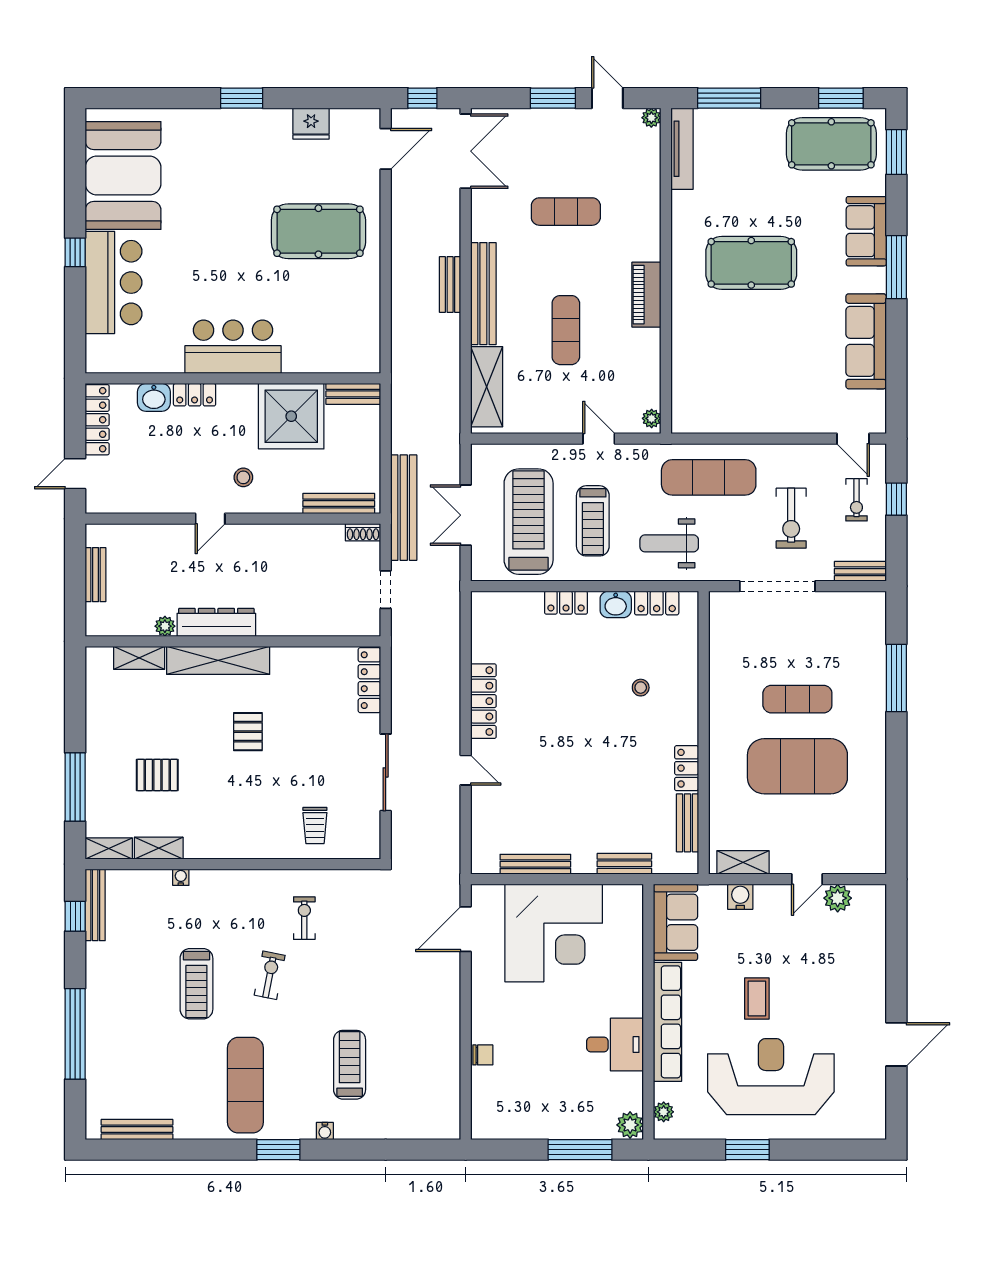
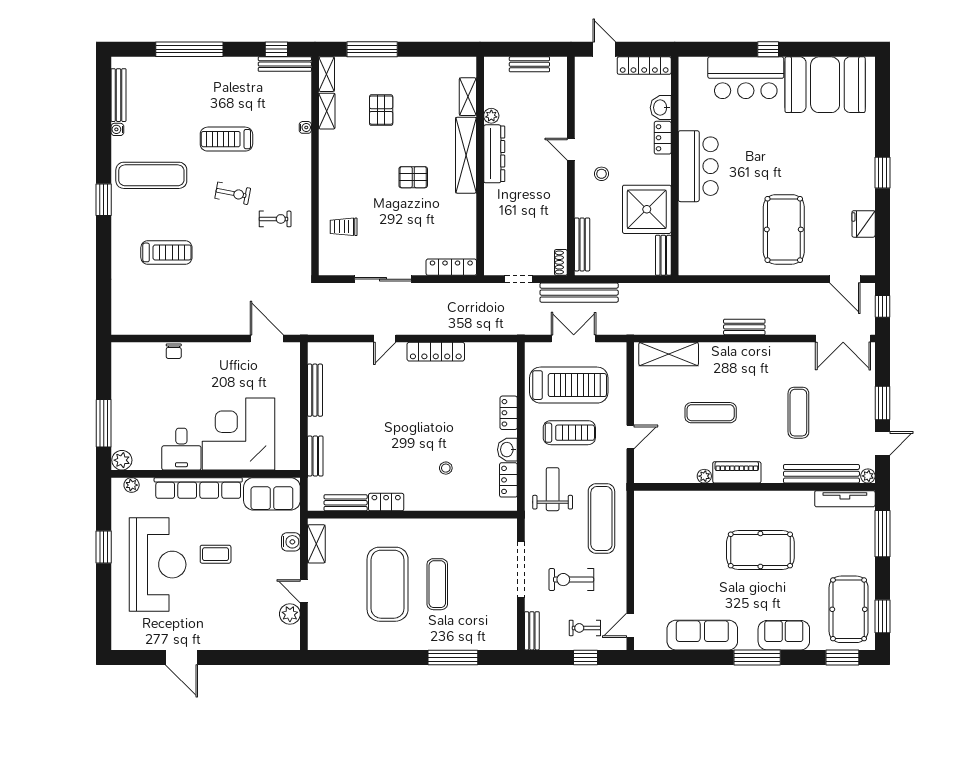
pool table: (751, 263) -> (760, 550), turned 90
bench: (483, 294) -> (821, 474), moved
plant: (652, 418) -> (704, 476), moved
treadmill: (593, 521) -> (569, 433), turned 180
corner desk: (554, 933) -> (239, 434), moved, turned 90
water cooler: (325, 1131) -> (117, 129), moved

